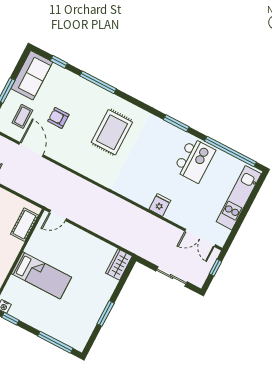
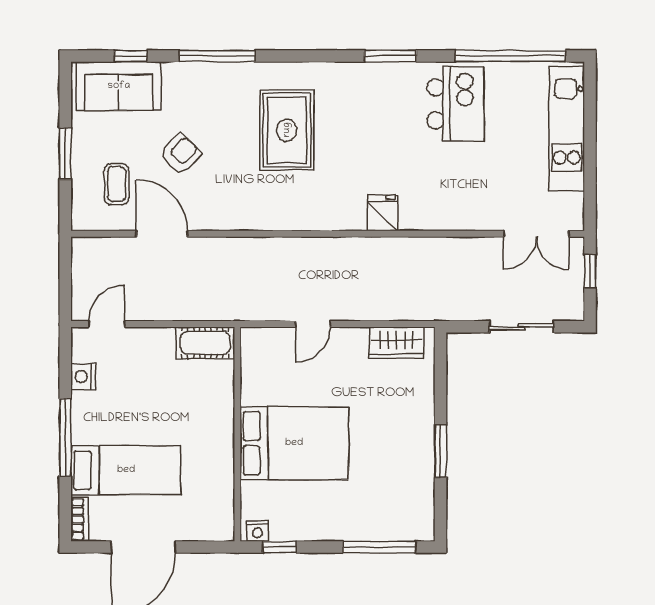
sofa: (32, 75) -> (119, 86), moved, turned 90
armchair: (58, 118) -> (181, 154), turned 134
fridge: (160, 205) -> (383, 213), moved
door: (58, 215) -> (313, 324), moved
cot: (24, 225) -> (205, 343), moved, turned 90
wardrobe: (119, 265) -> (396, 343), moved, turned -90
bed: (41, 275) -> (294, 443), width x1.50

